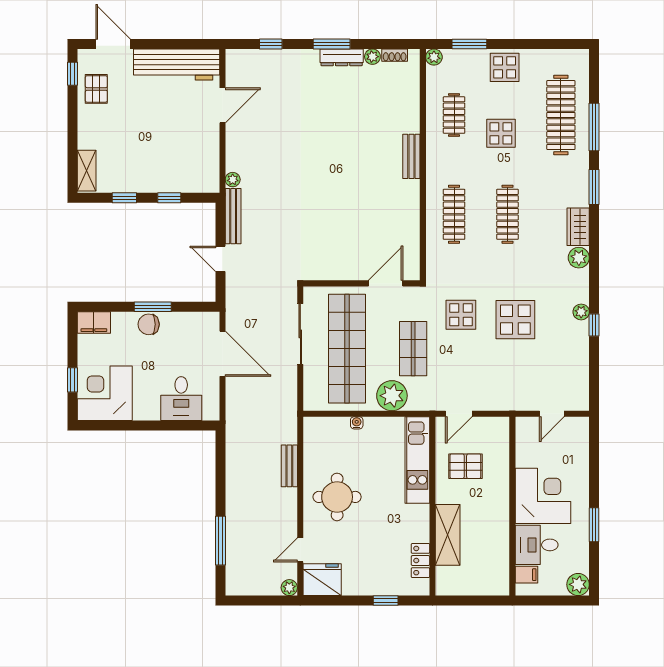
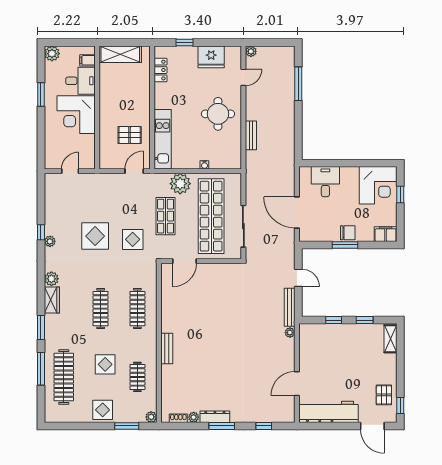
shelving: (448, 535) -> (120, 54), moved, turned 90
fridge: (322, 580) -> (211, 57), moved

